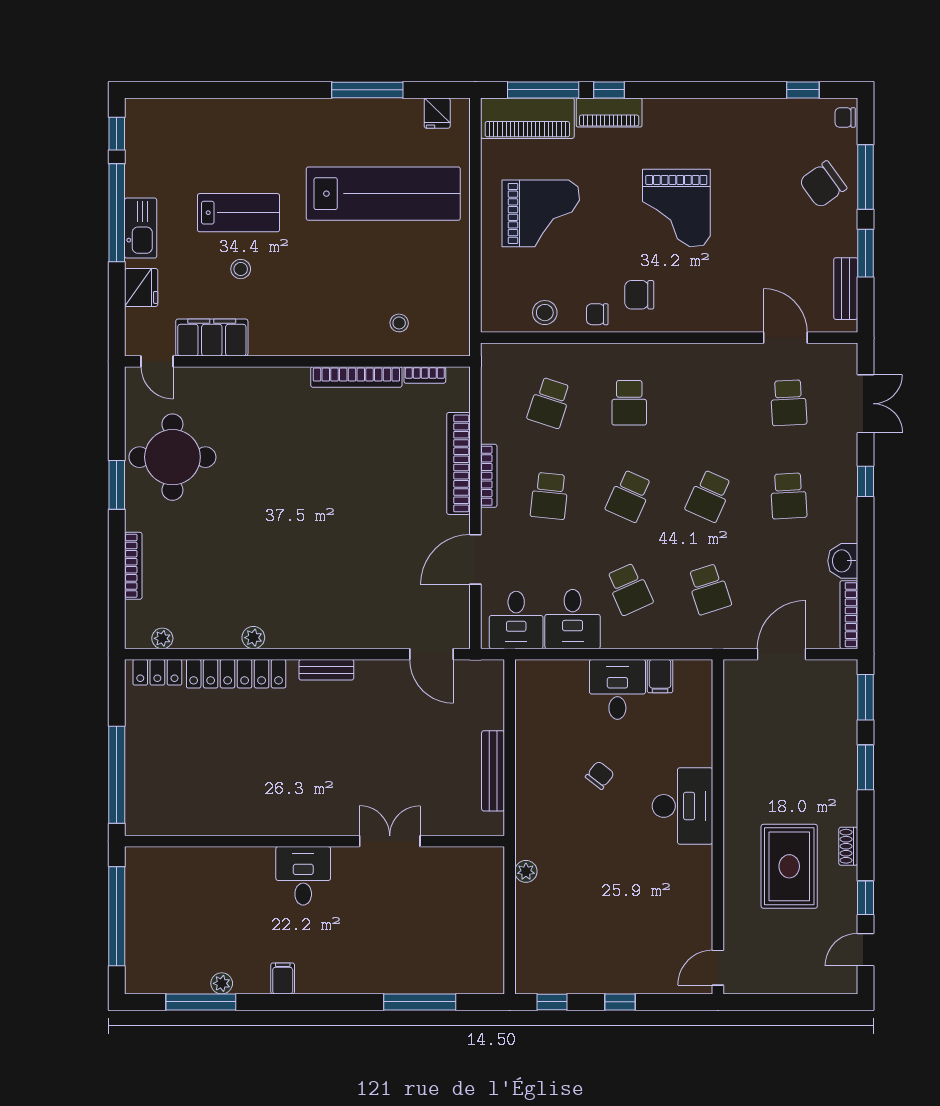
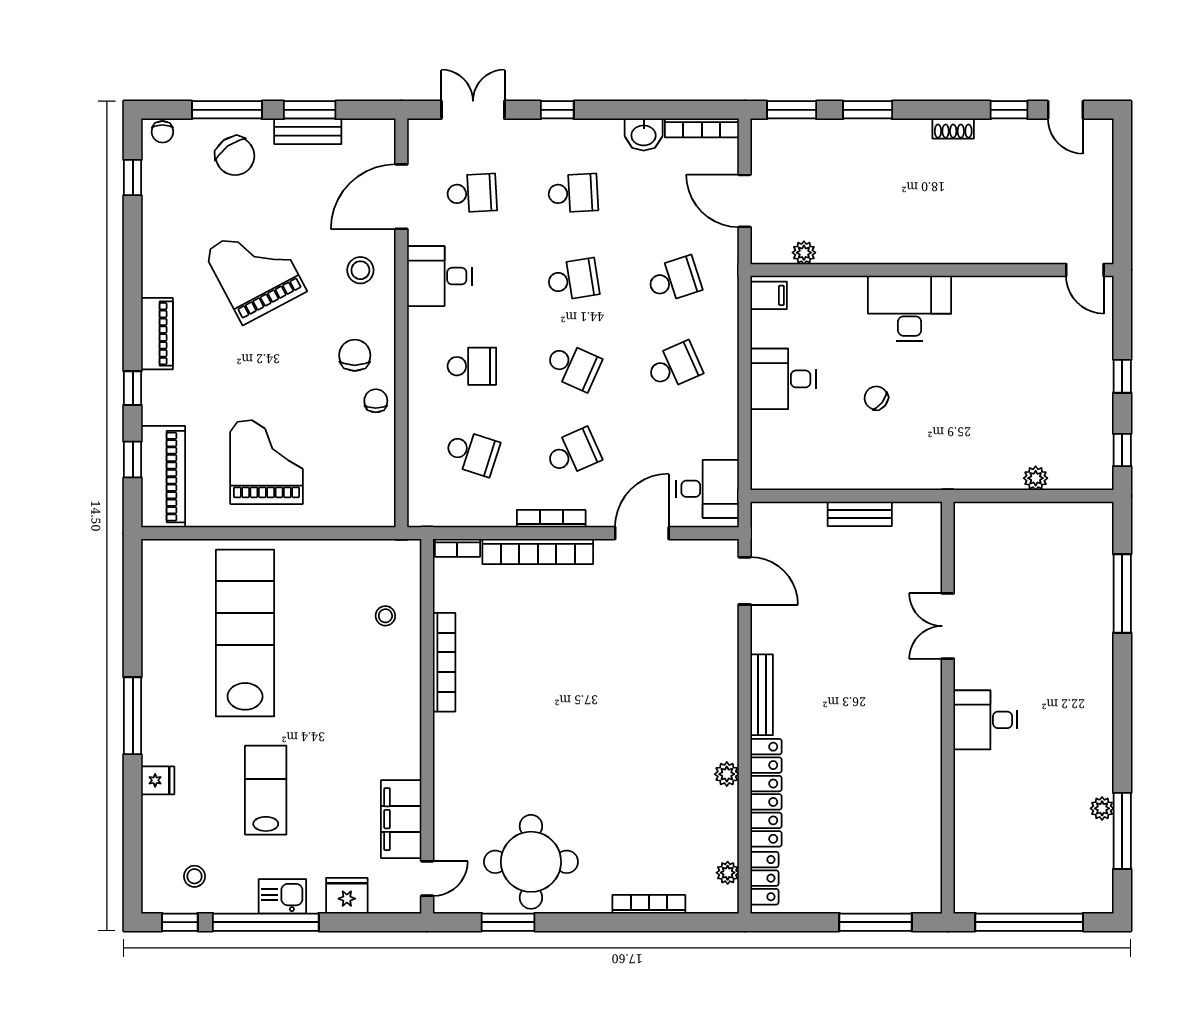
window: (367, 90) -> (133, 716), moved
window: (543, 90) -> (133, 460), width x0.46
fridge: (437, 113) -> (158, 780), moved
piano: (609, 113) -> (157, 334), moved
grand piano: (676, 208) -> (255, 271), moved, turned -118
kitchen sink: (141, 228) -> (282, 896), width x0.73
stool: (241, 269) -> (194, 876), moved
bench: (846, 289) -> (308, 131), moved
chair: (639, 295) -> (355, 355), turned 180
stool: (545, 313) -> (360, 270), moved
chair: (597, 314) -> (376, 401), turned 180
door: (785, 338) -> (401, 197), width x1.36
bookcase: (425, 375) -> (457, 548), moved, turned 90
window: (117, 485) -> (508, 922), moved
school desk: (549, 496) -> (573, 453), turned -30
school desk: (709, 496) -> (573, 280), turned -33
door: (475, 559) -> (642, 533), swing flipped
desk: (573, 619) -> (439, 276), moved, turned 180
door: (431, 654) -> (745, 581), hinge flipped
bench: (326, 670) -> (762, 695), width x1.36
filing cabinet: (660, 676) -> (769, 295), moved
plant: (734, 709) -> (804, 253), added
bench: (493, 771) -> (860, 514), width x0.73
window: (117, 775) -> (876, 922), width x0.68
rug: (789, 866) -> (975, 193), removed
plant: (526, 871) -> (1036, 478), moved
filing cabinet: (283, 978) -> (1097, 742), removed

